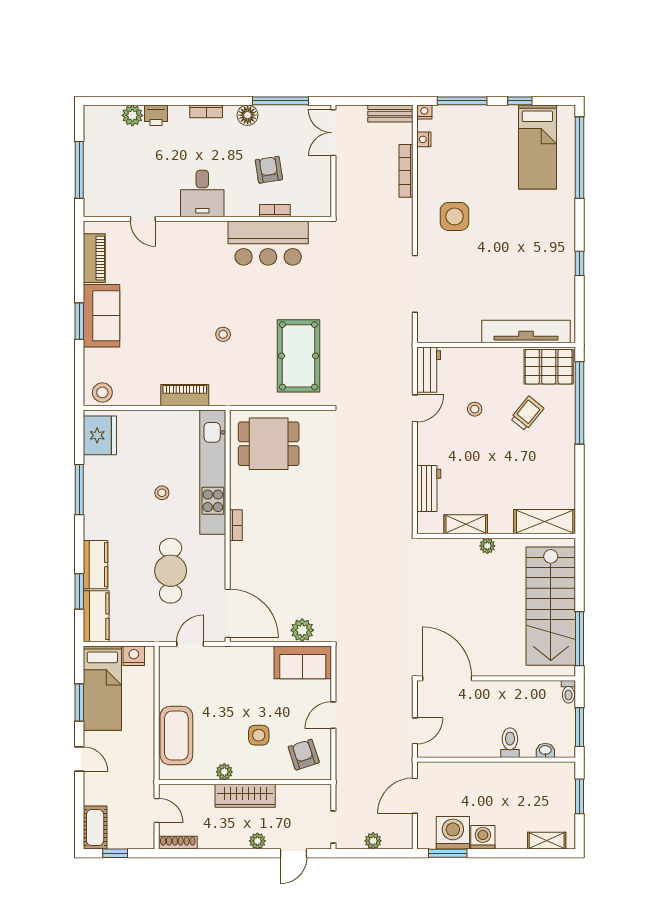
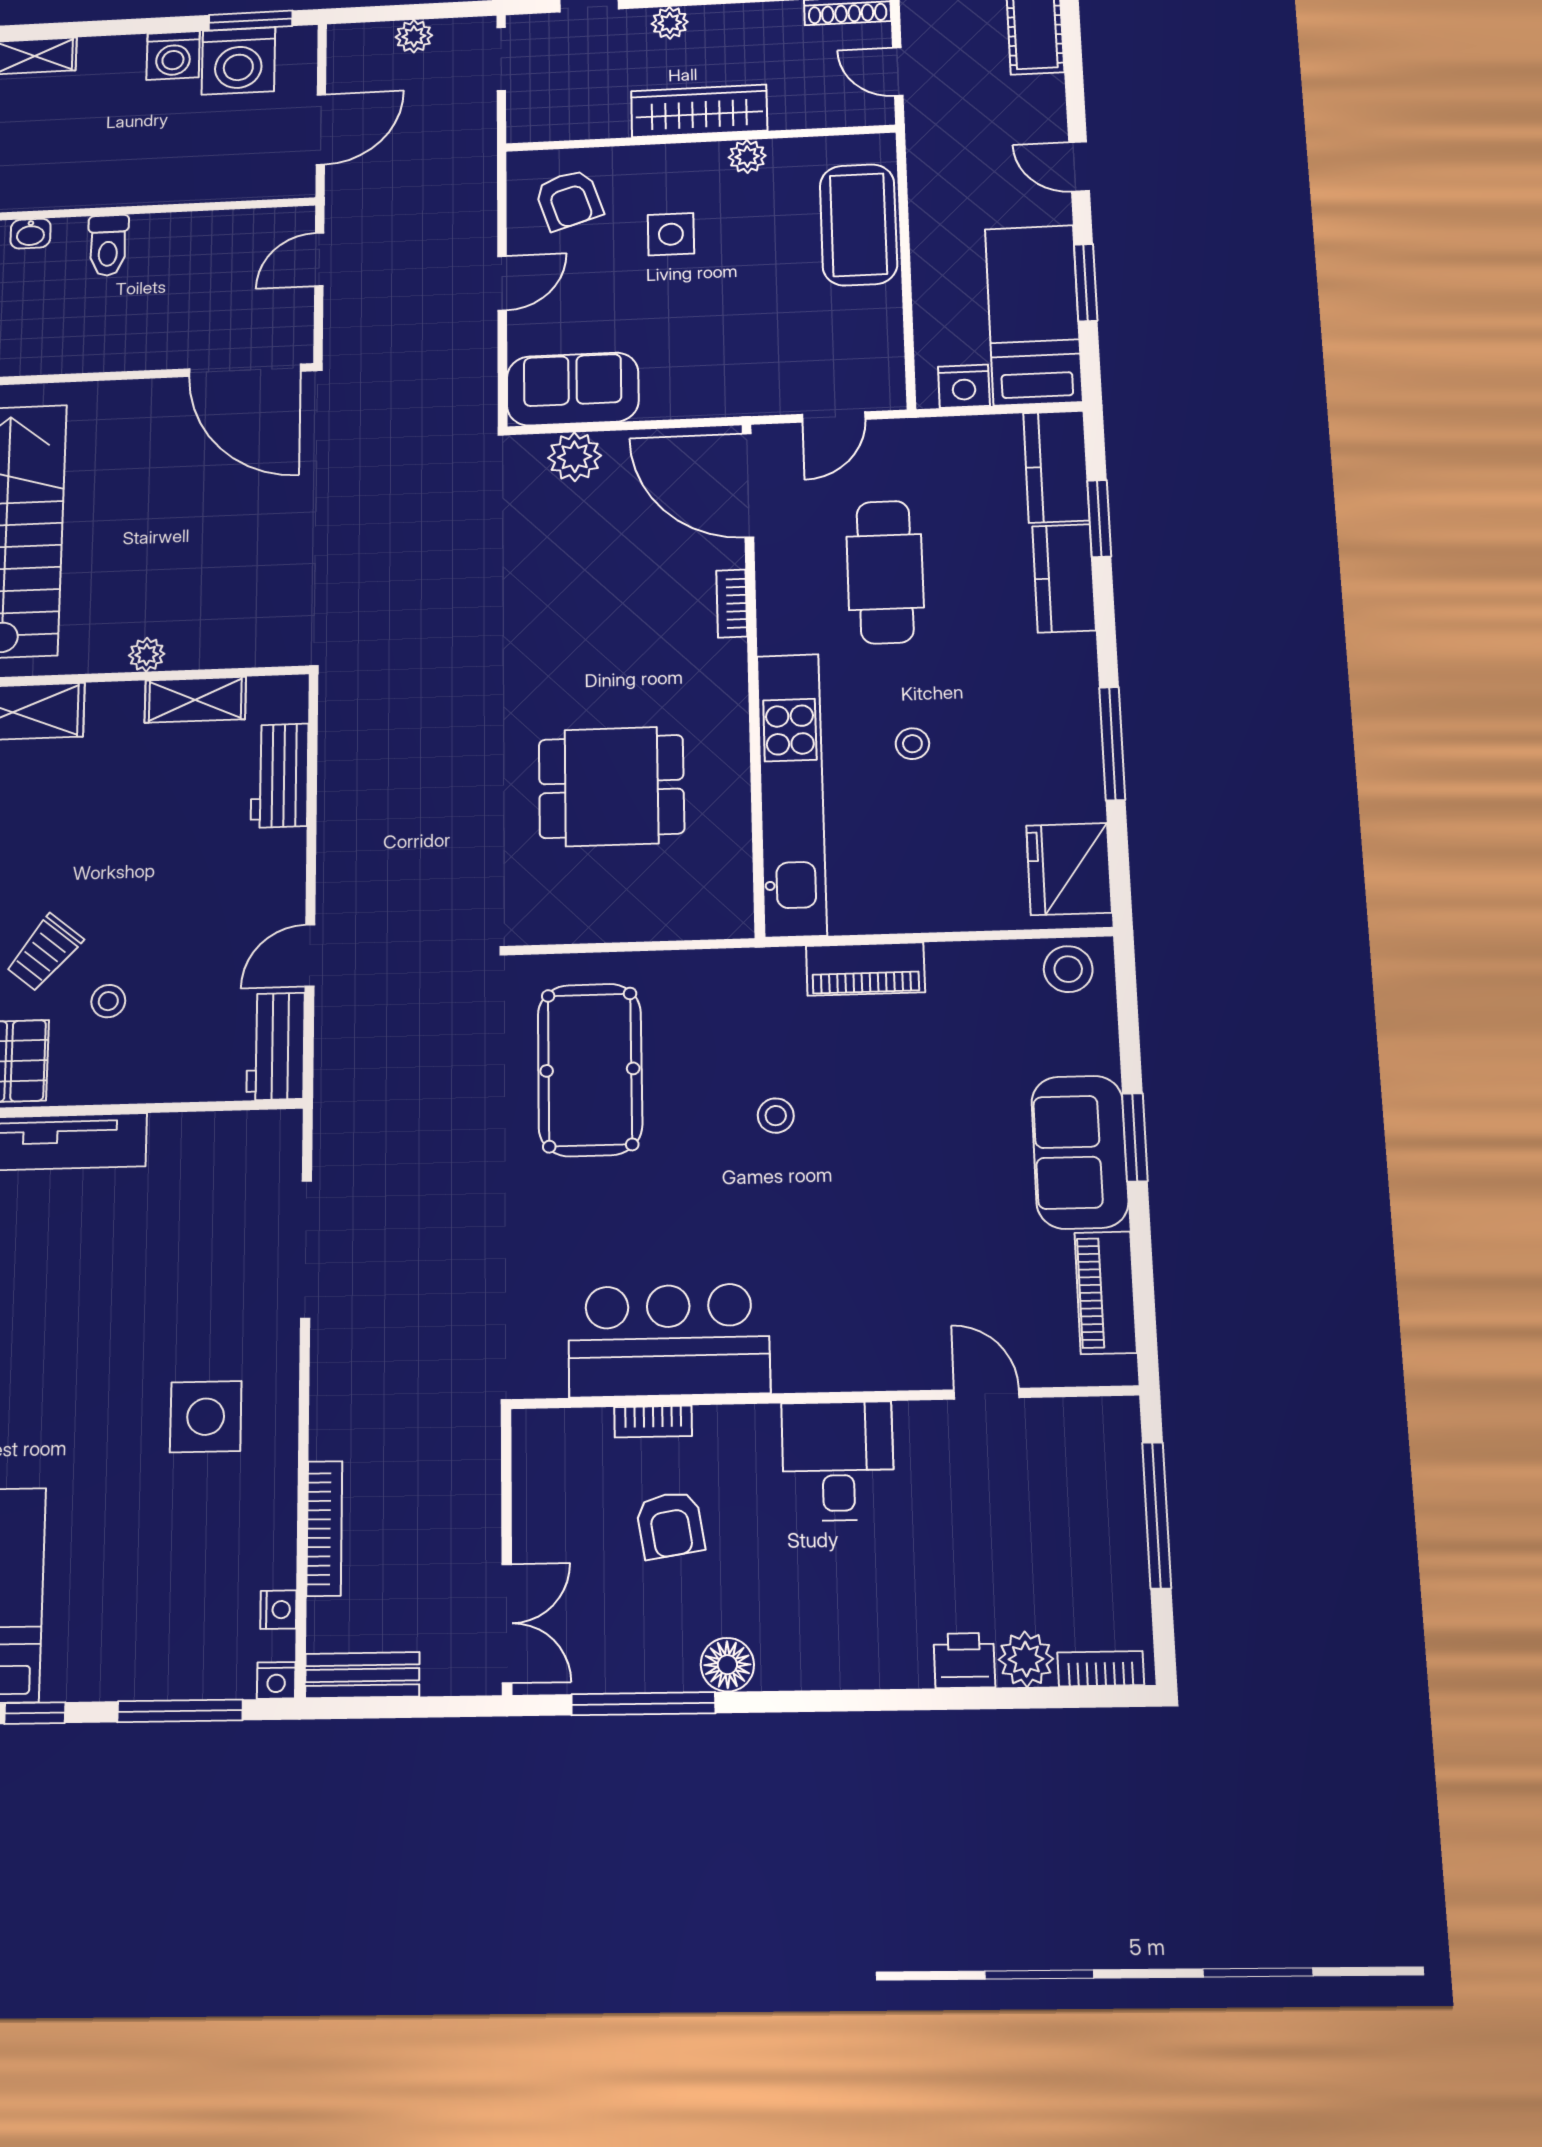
bookcase: (206, 111) -> (1101, 1669), moved
stool: (475, 409) -> (108, 1001), moved
dining table: (269, 444) -> (611, 786), moved
bookcase: (236, 525) -> (732, 604), moved

